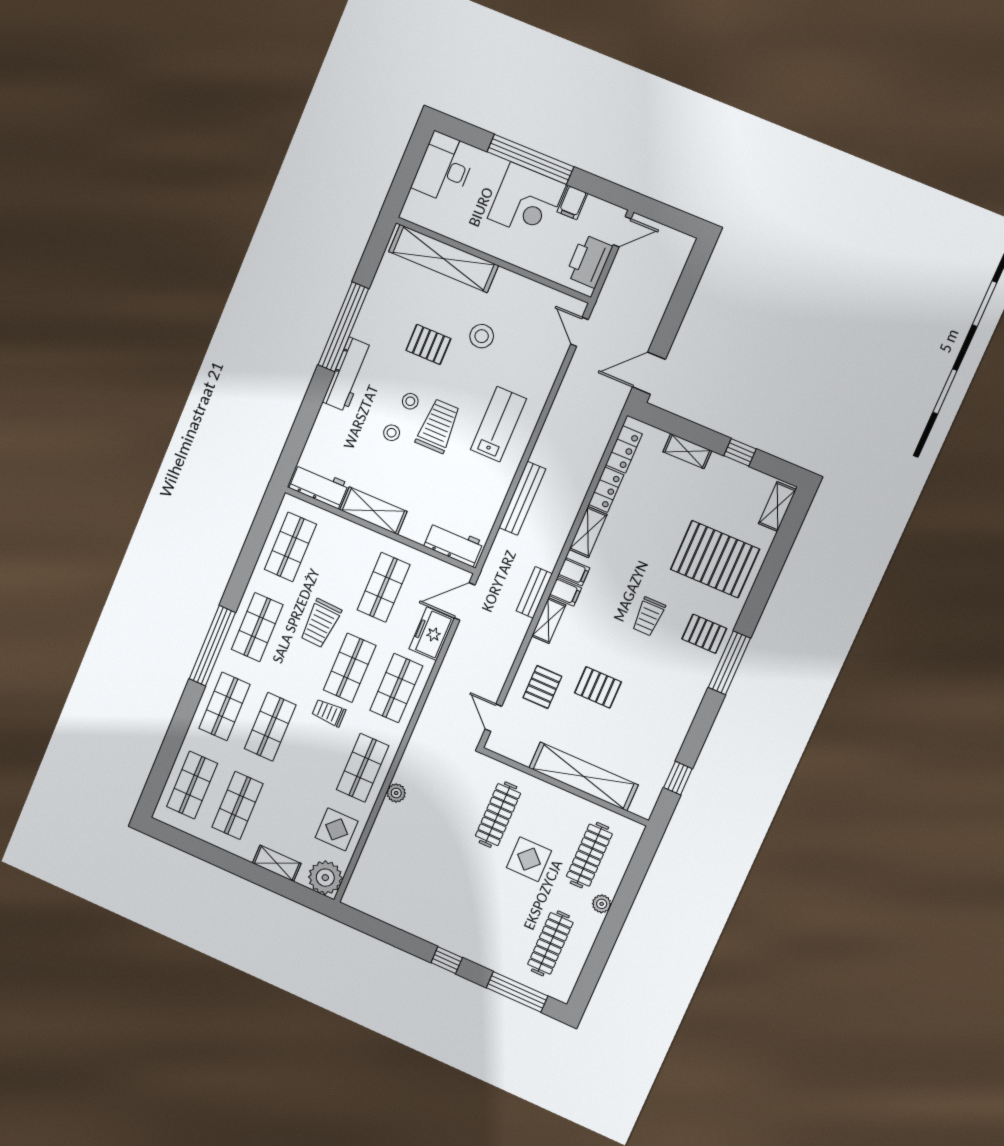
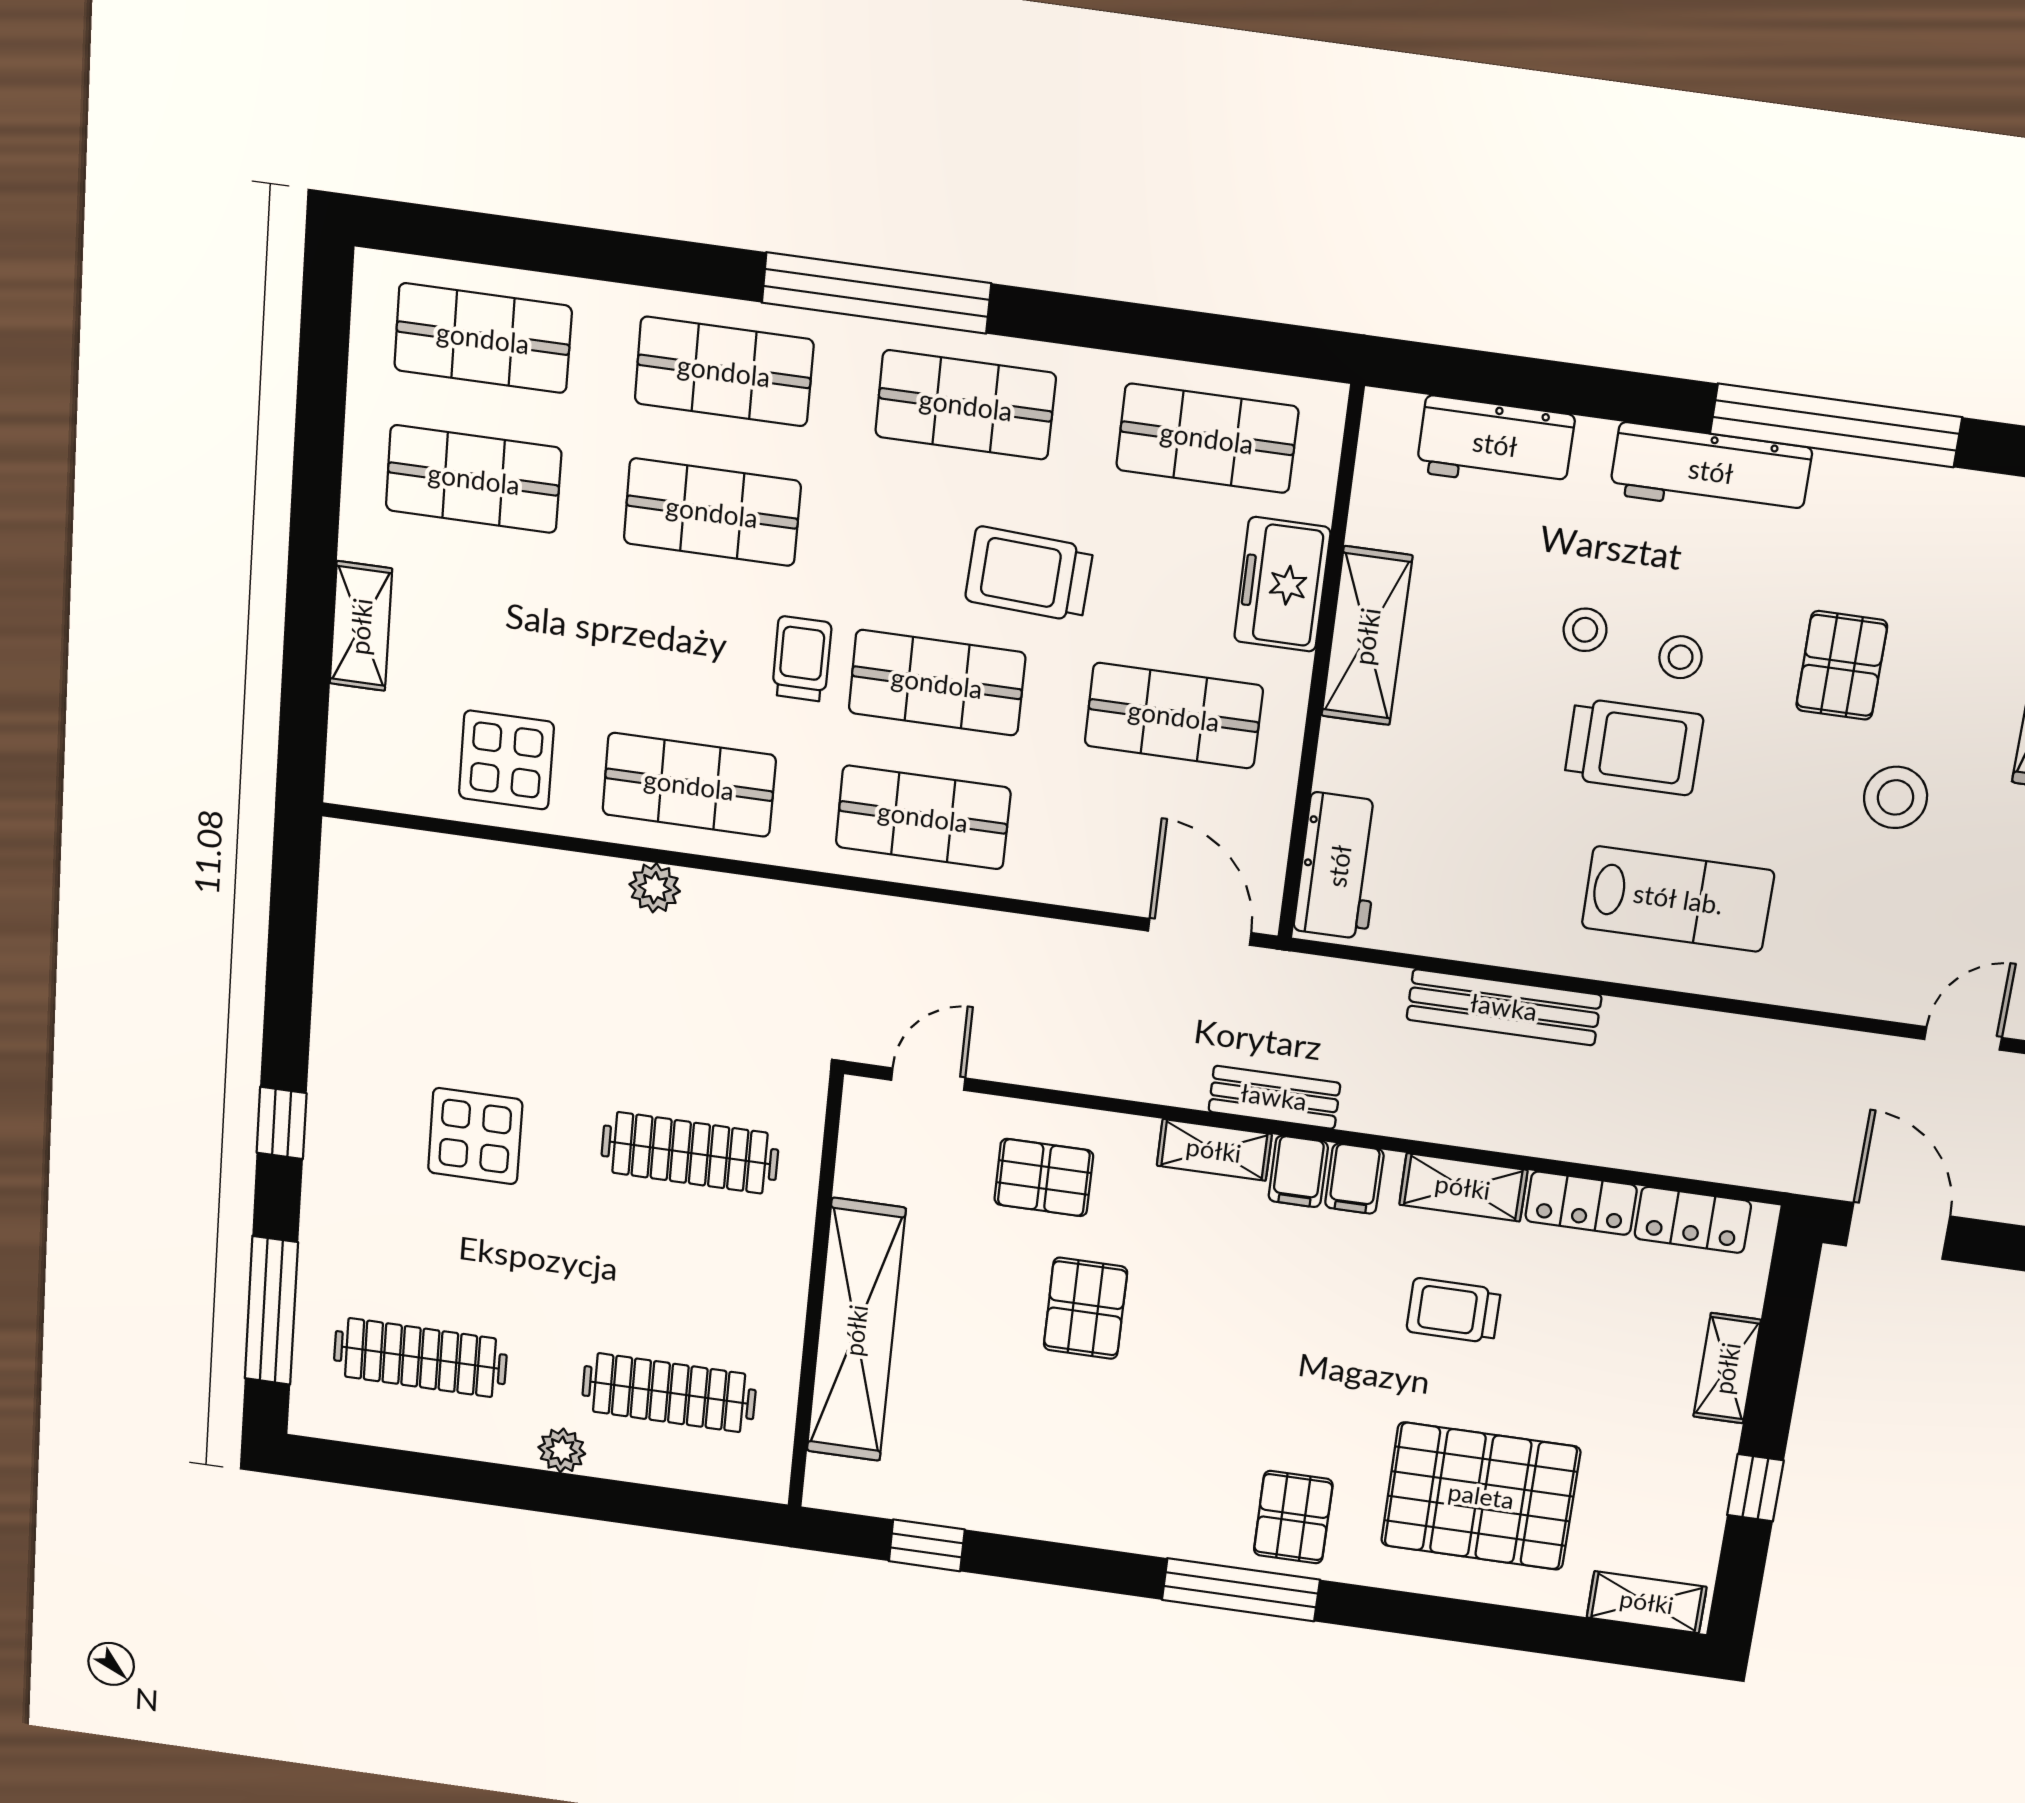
workbench: (319, 486) -> (1495, 444), moved, turned 90
pallet: (715, 559) -> (1481, 1496), turned 90
trolley: (649, 616) -> (1454, 1311), moved
freezer: (432, 634) -> (1282, 584), moved, turned -90
display table: (529, 859) -> (475, 1136), moved
plant: (325, 878) -> (372, 764), removed

